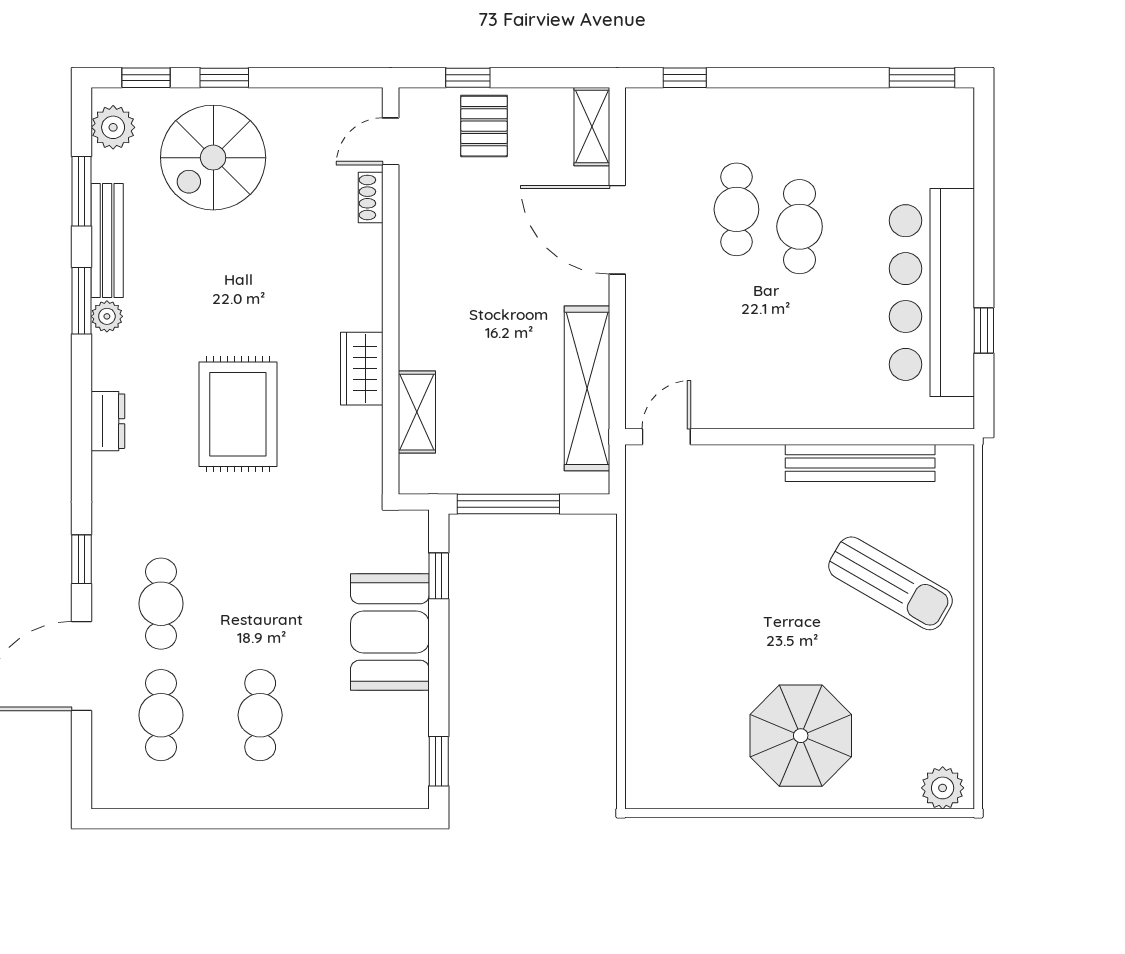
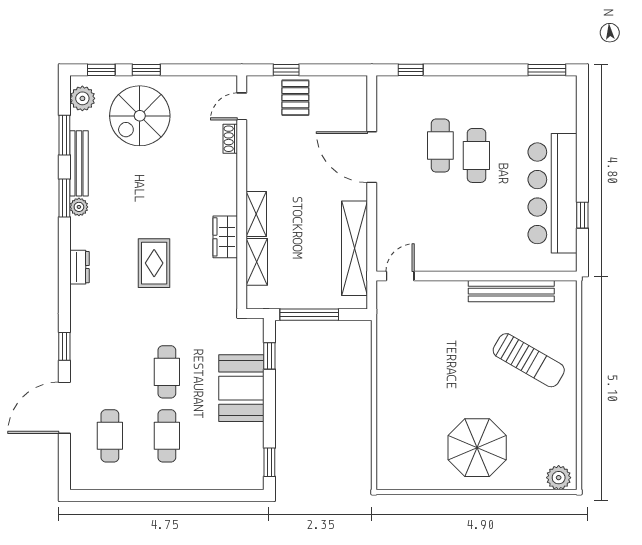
shelving: (592, 127) -> (256, 214), moved
rug: (238, 414) -> (154, 263), width x0.73, depth x0.70
cafe table: (161, 604) -> (167, 372), moved

